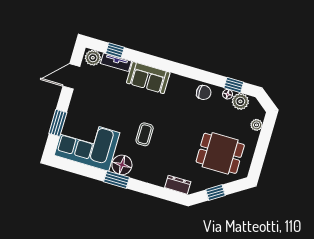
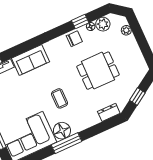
window: (234, 85) -> (80, 22), moved
dining table: (220, 153) -> (98, 71), moved
window: (116, 180) -> (67, 143), width x1.44

